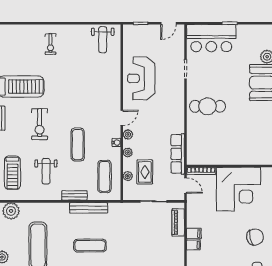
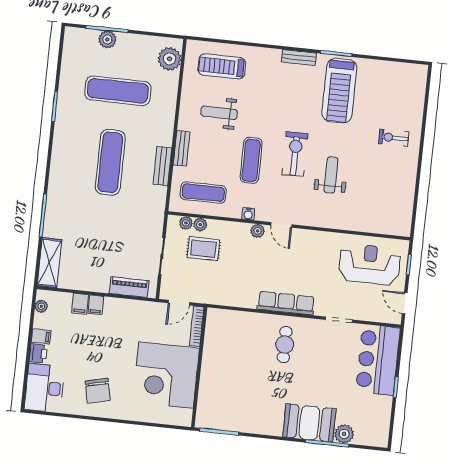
weight bench: (103, 40) -> (331, 175), moved, turned 90
reception desk: (141, 78) -> (370, 264), moved
cafe table: (207, 106) -> (285, 345), width x0.73, depth x0.74
exercise bike: (40, 124) -> (295, 154), moved, turned 90
exercise mat: (78, 145) -> (251, 160), turned 90
plant: (128, 152) -> (186, 223), moved
row of seats: (178, 154) -> (286, 303), moved
bench: (89, 208) -> (162, 166), width x0.73
filing cabinet: (194, 234) -> (80, 304), moved
exercise mat: (90, 246) -> (110, 162), width x1.36, depth x1.45

